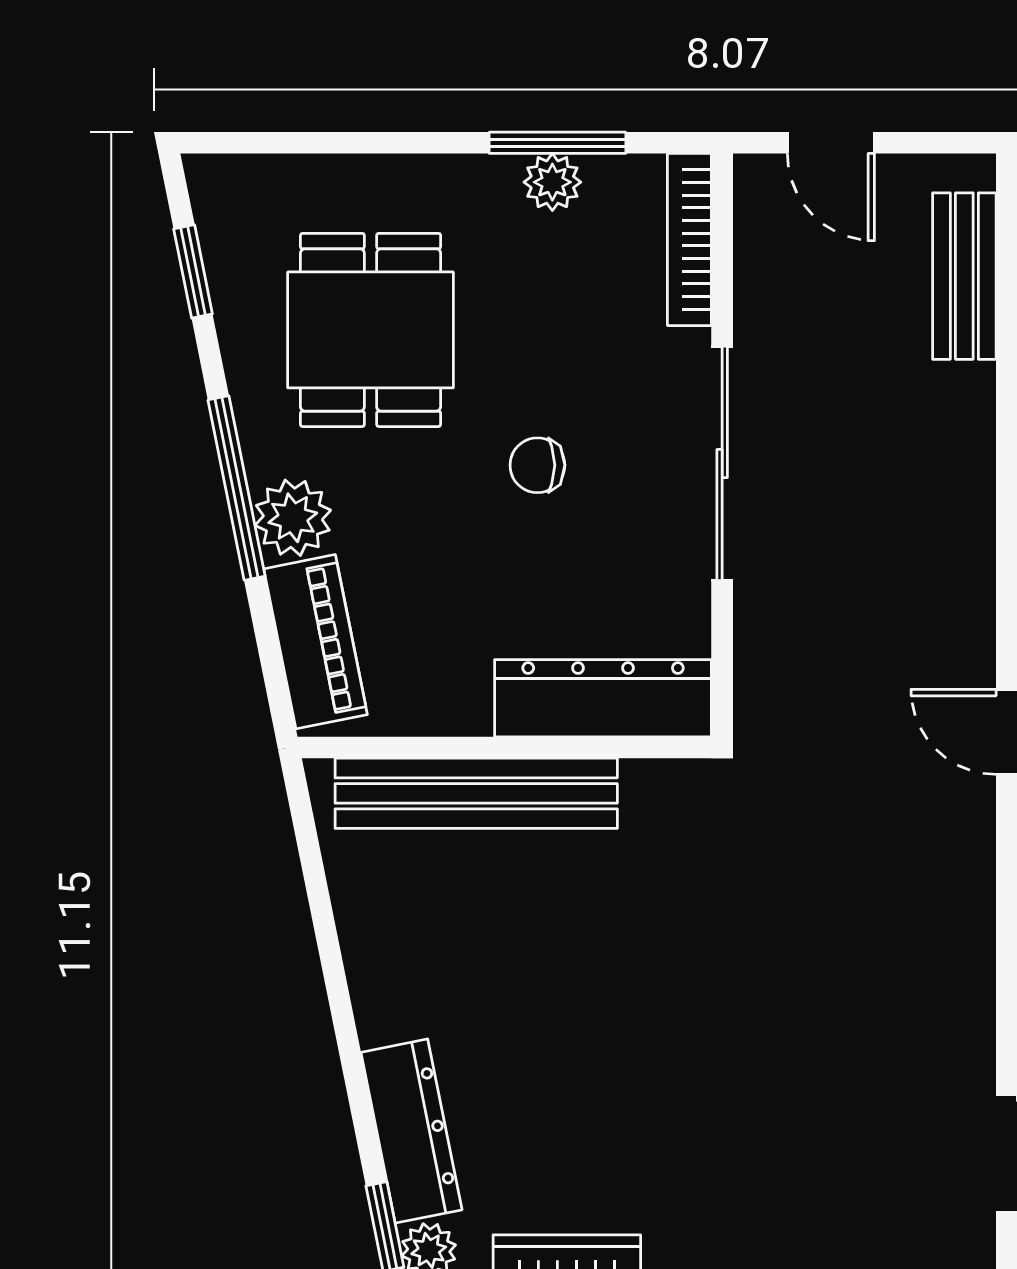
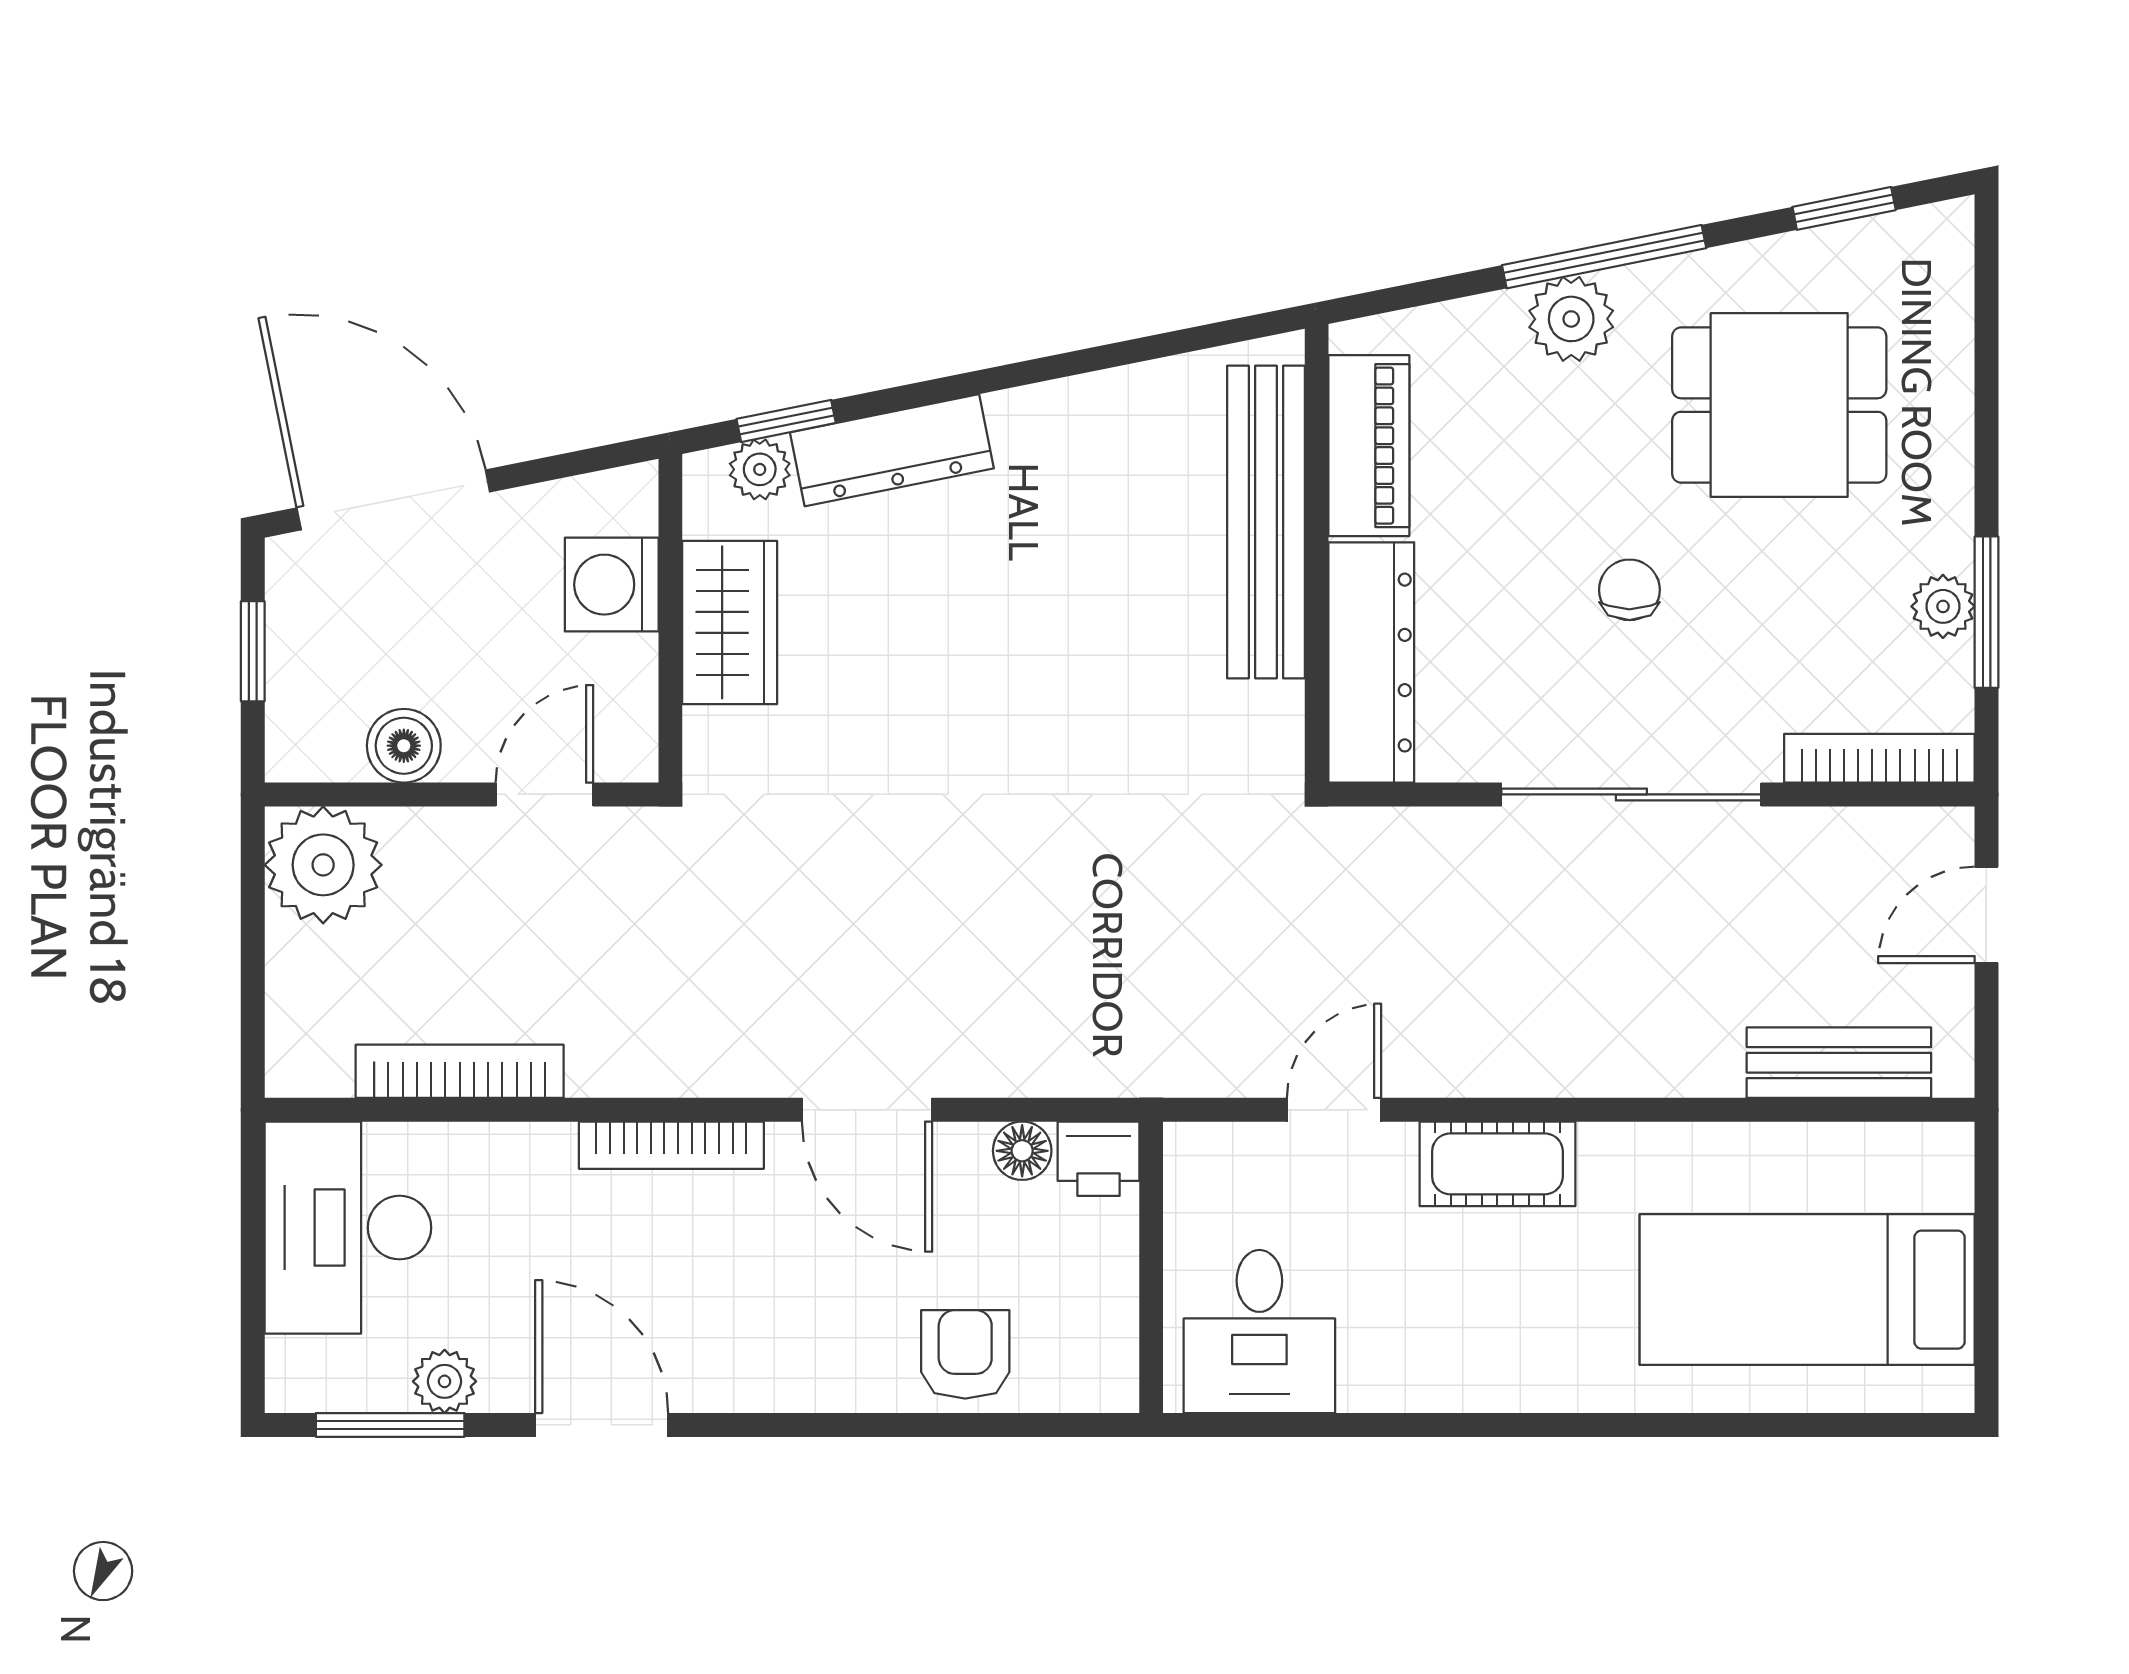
piano: (316, 642) -> (1369, 446), moved, turned -79

